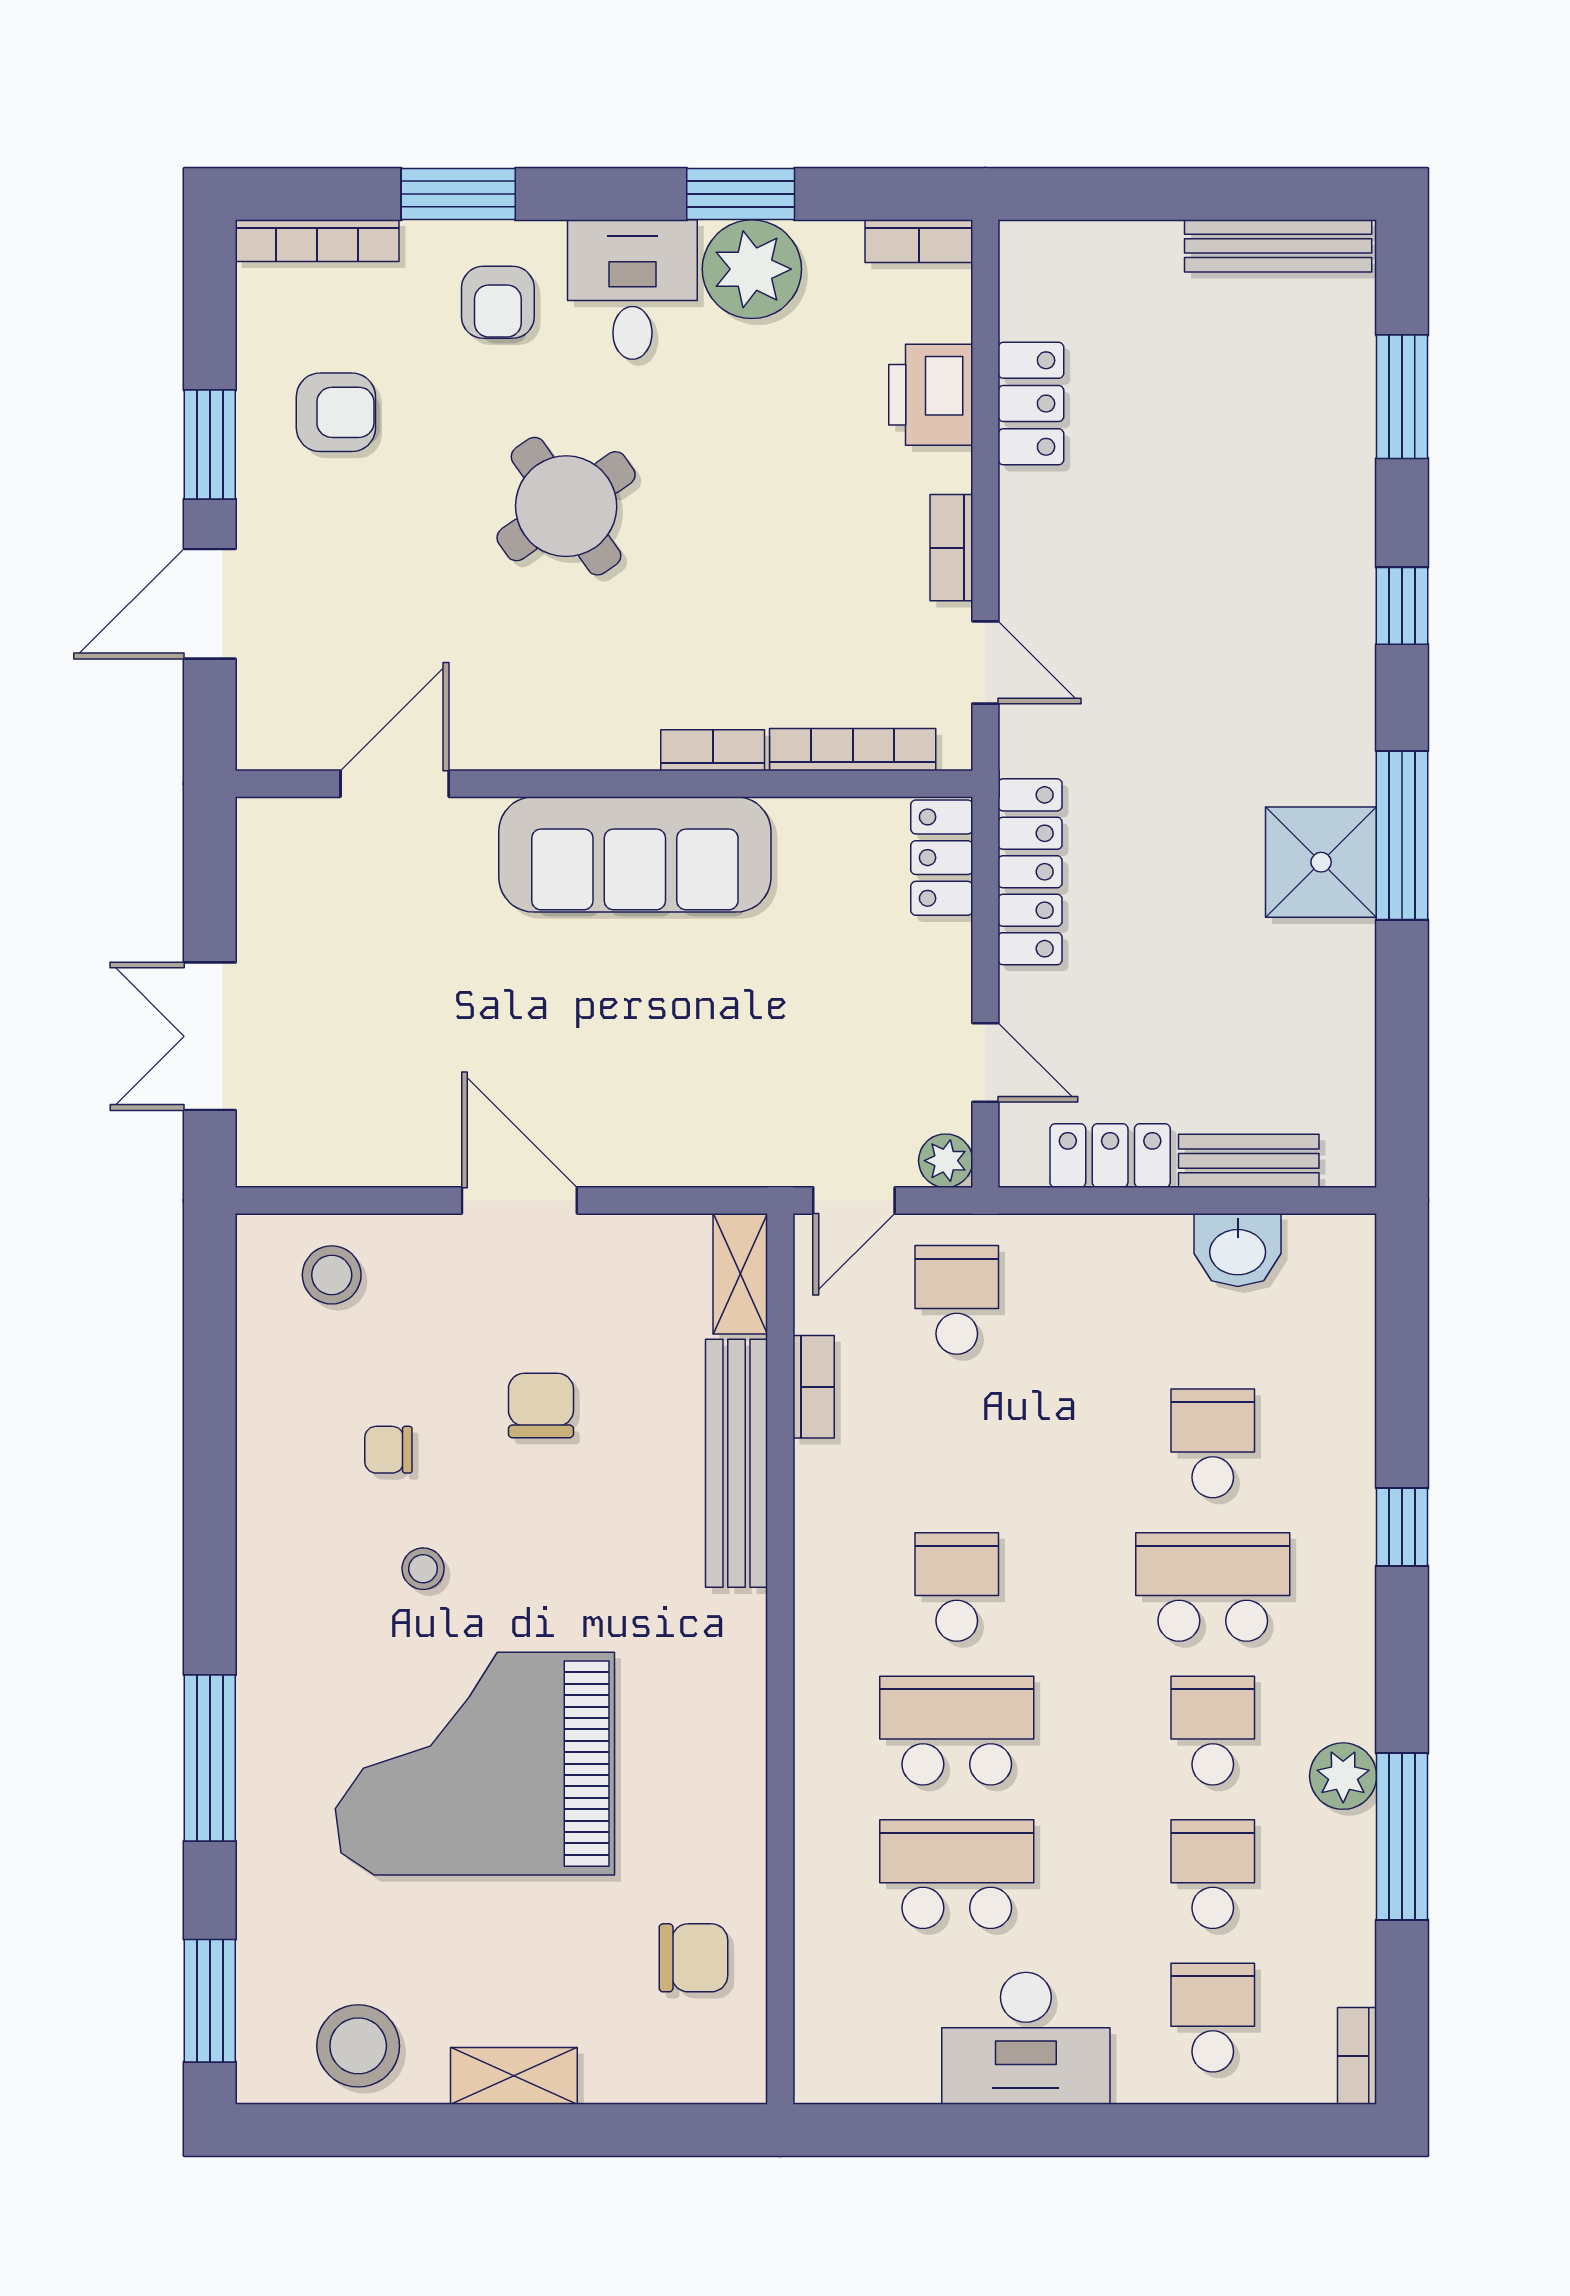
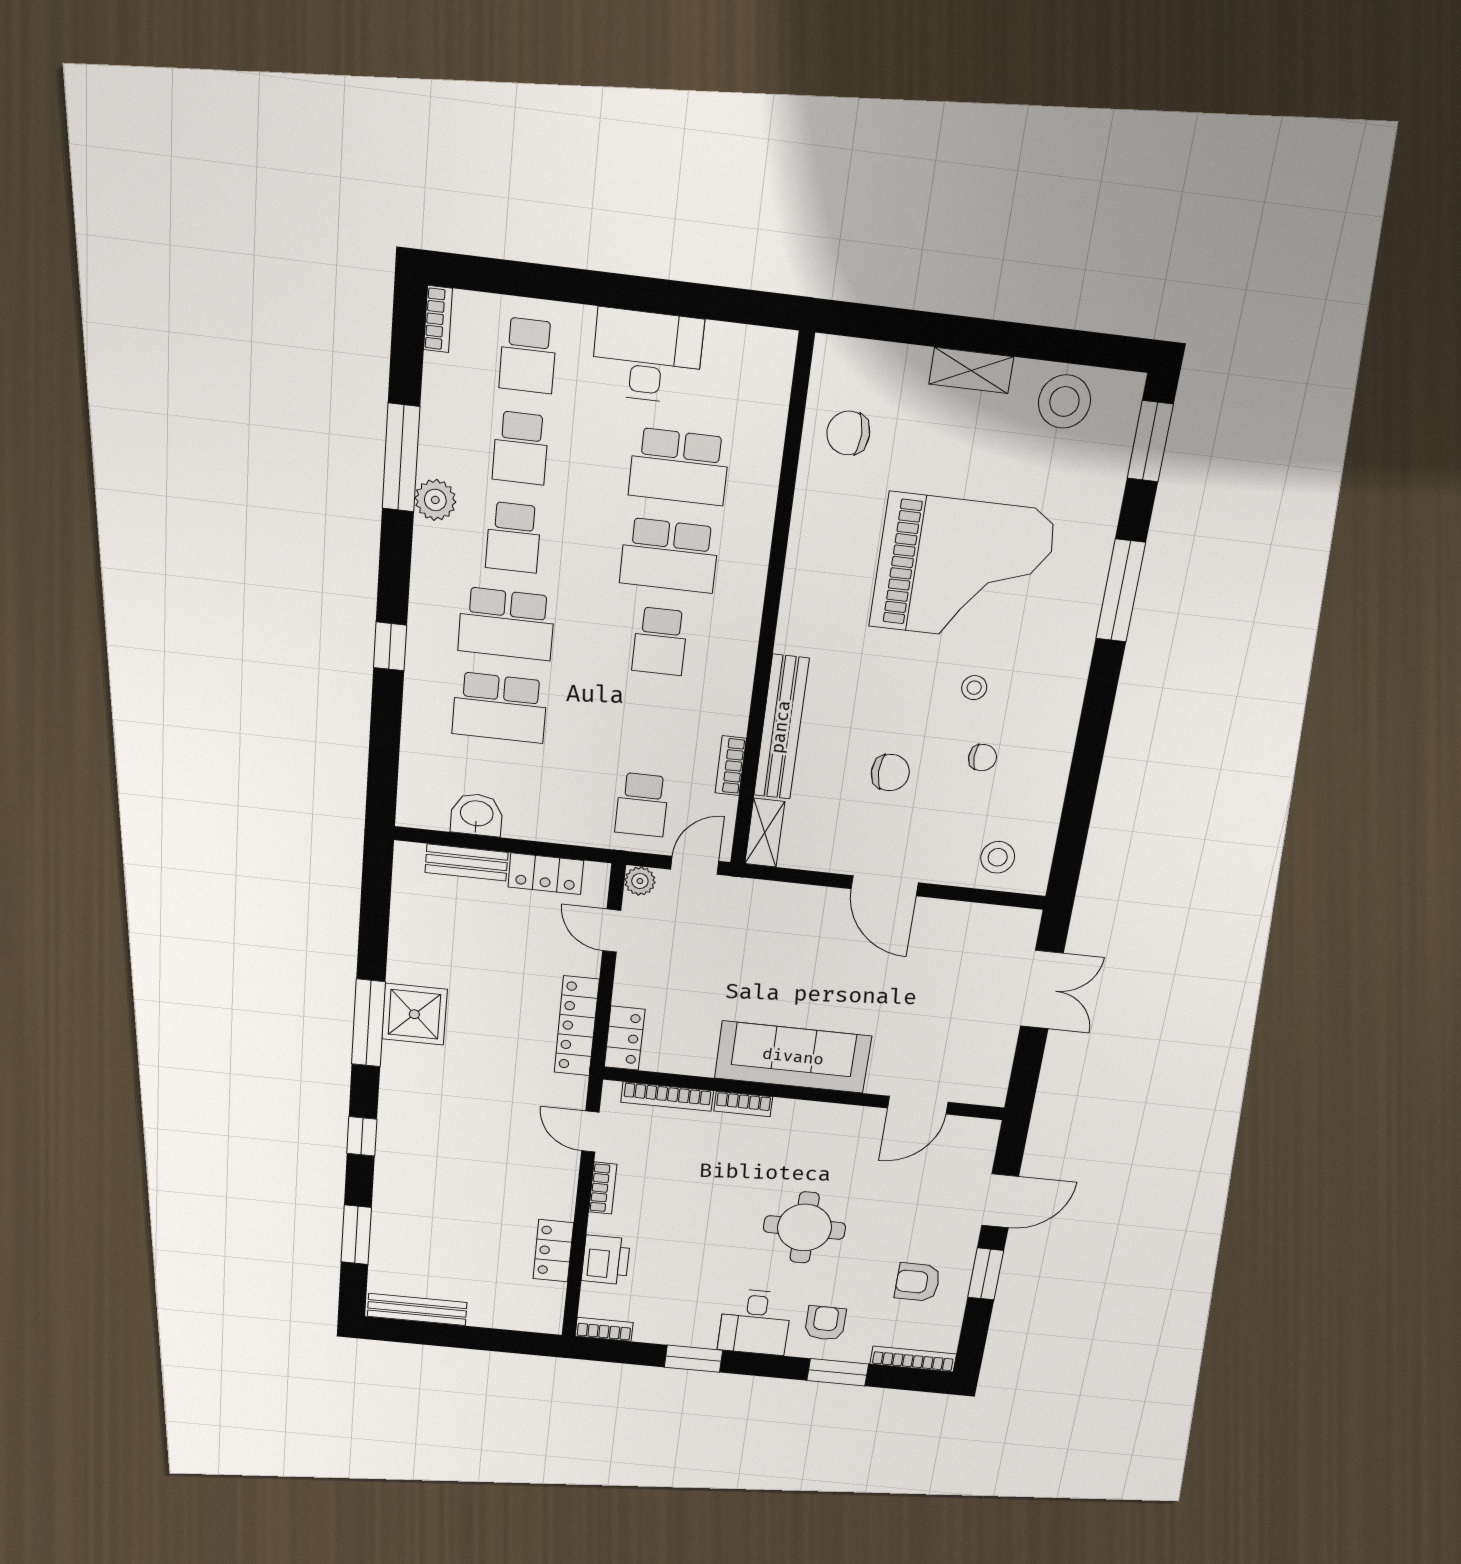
plant: (752, 269) -> (692, 1325), removed
round table: (566, 506) -> (805, 1228), turned 35
chair: (541, 1405) -> (890, 773), turned -90
school desk: (1213, 1443) -> (500, 708), width x1.85

